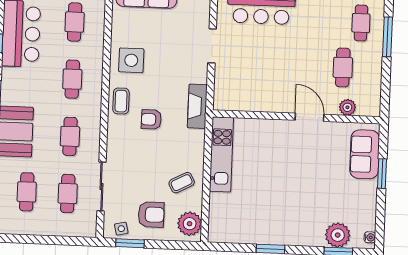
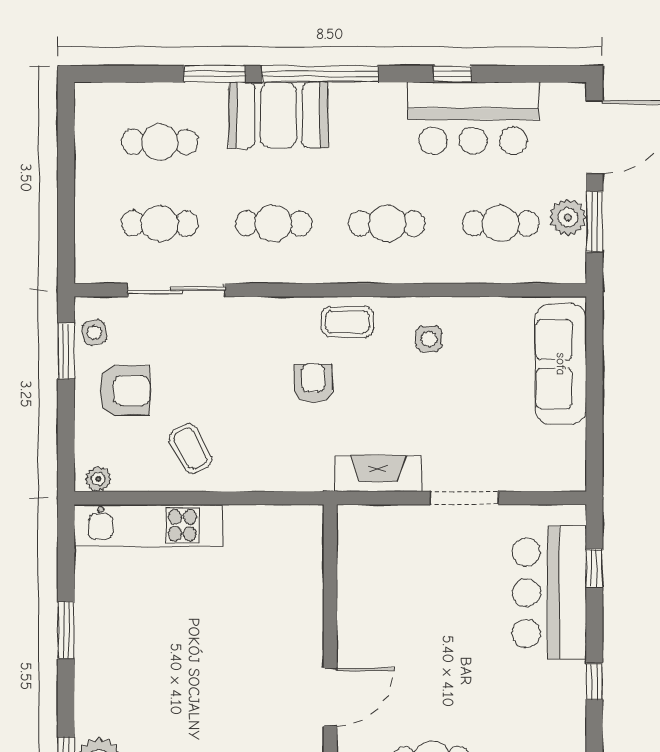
side table: (131, 60) -> (429, 339), width x0.54, depth x0.54
fireplace: (197, 106) -> (378, 474), moved
kitchen unit: (221, 154) -> (148, 525), moved
armchair: (151, 215) -> (125, 391), turned -90
plant: (190, 224) -> (98, 479), width x0.53, depth x0.53

